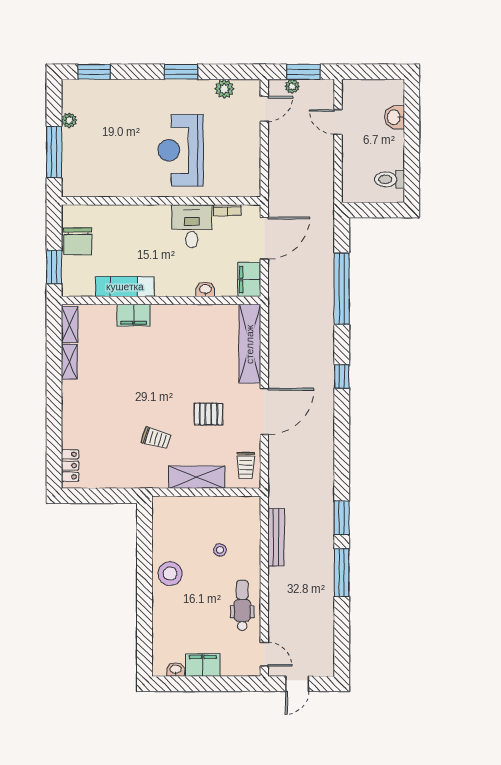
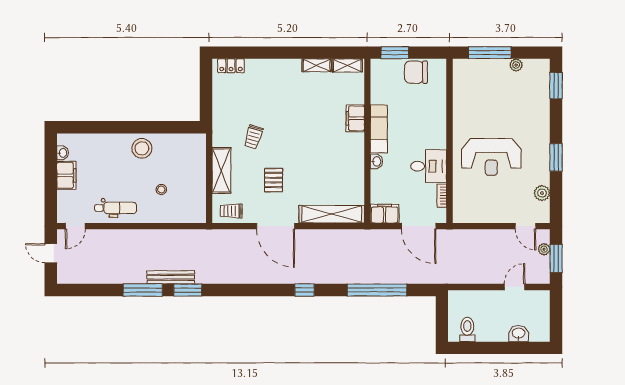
reception desk: (180, 150) -> (491, 157), turned 180
exam couch: (125, 287) -> (379, 129), moved
washbasin: (205, 289) -> (376, 161), moved
bench: (276, 537) -> (171, 277), moved

